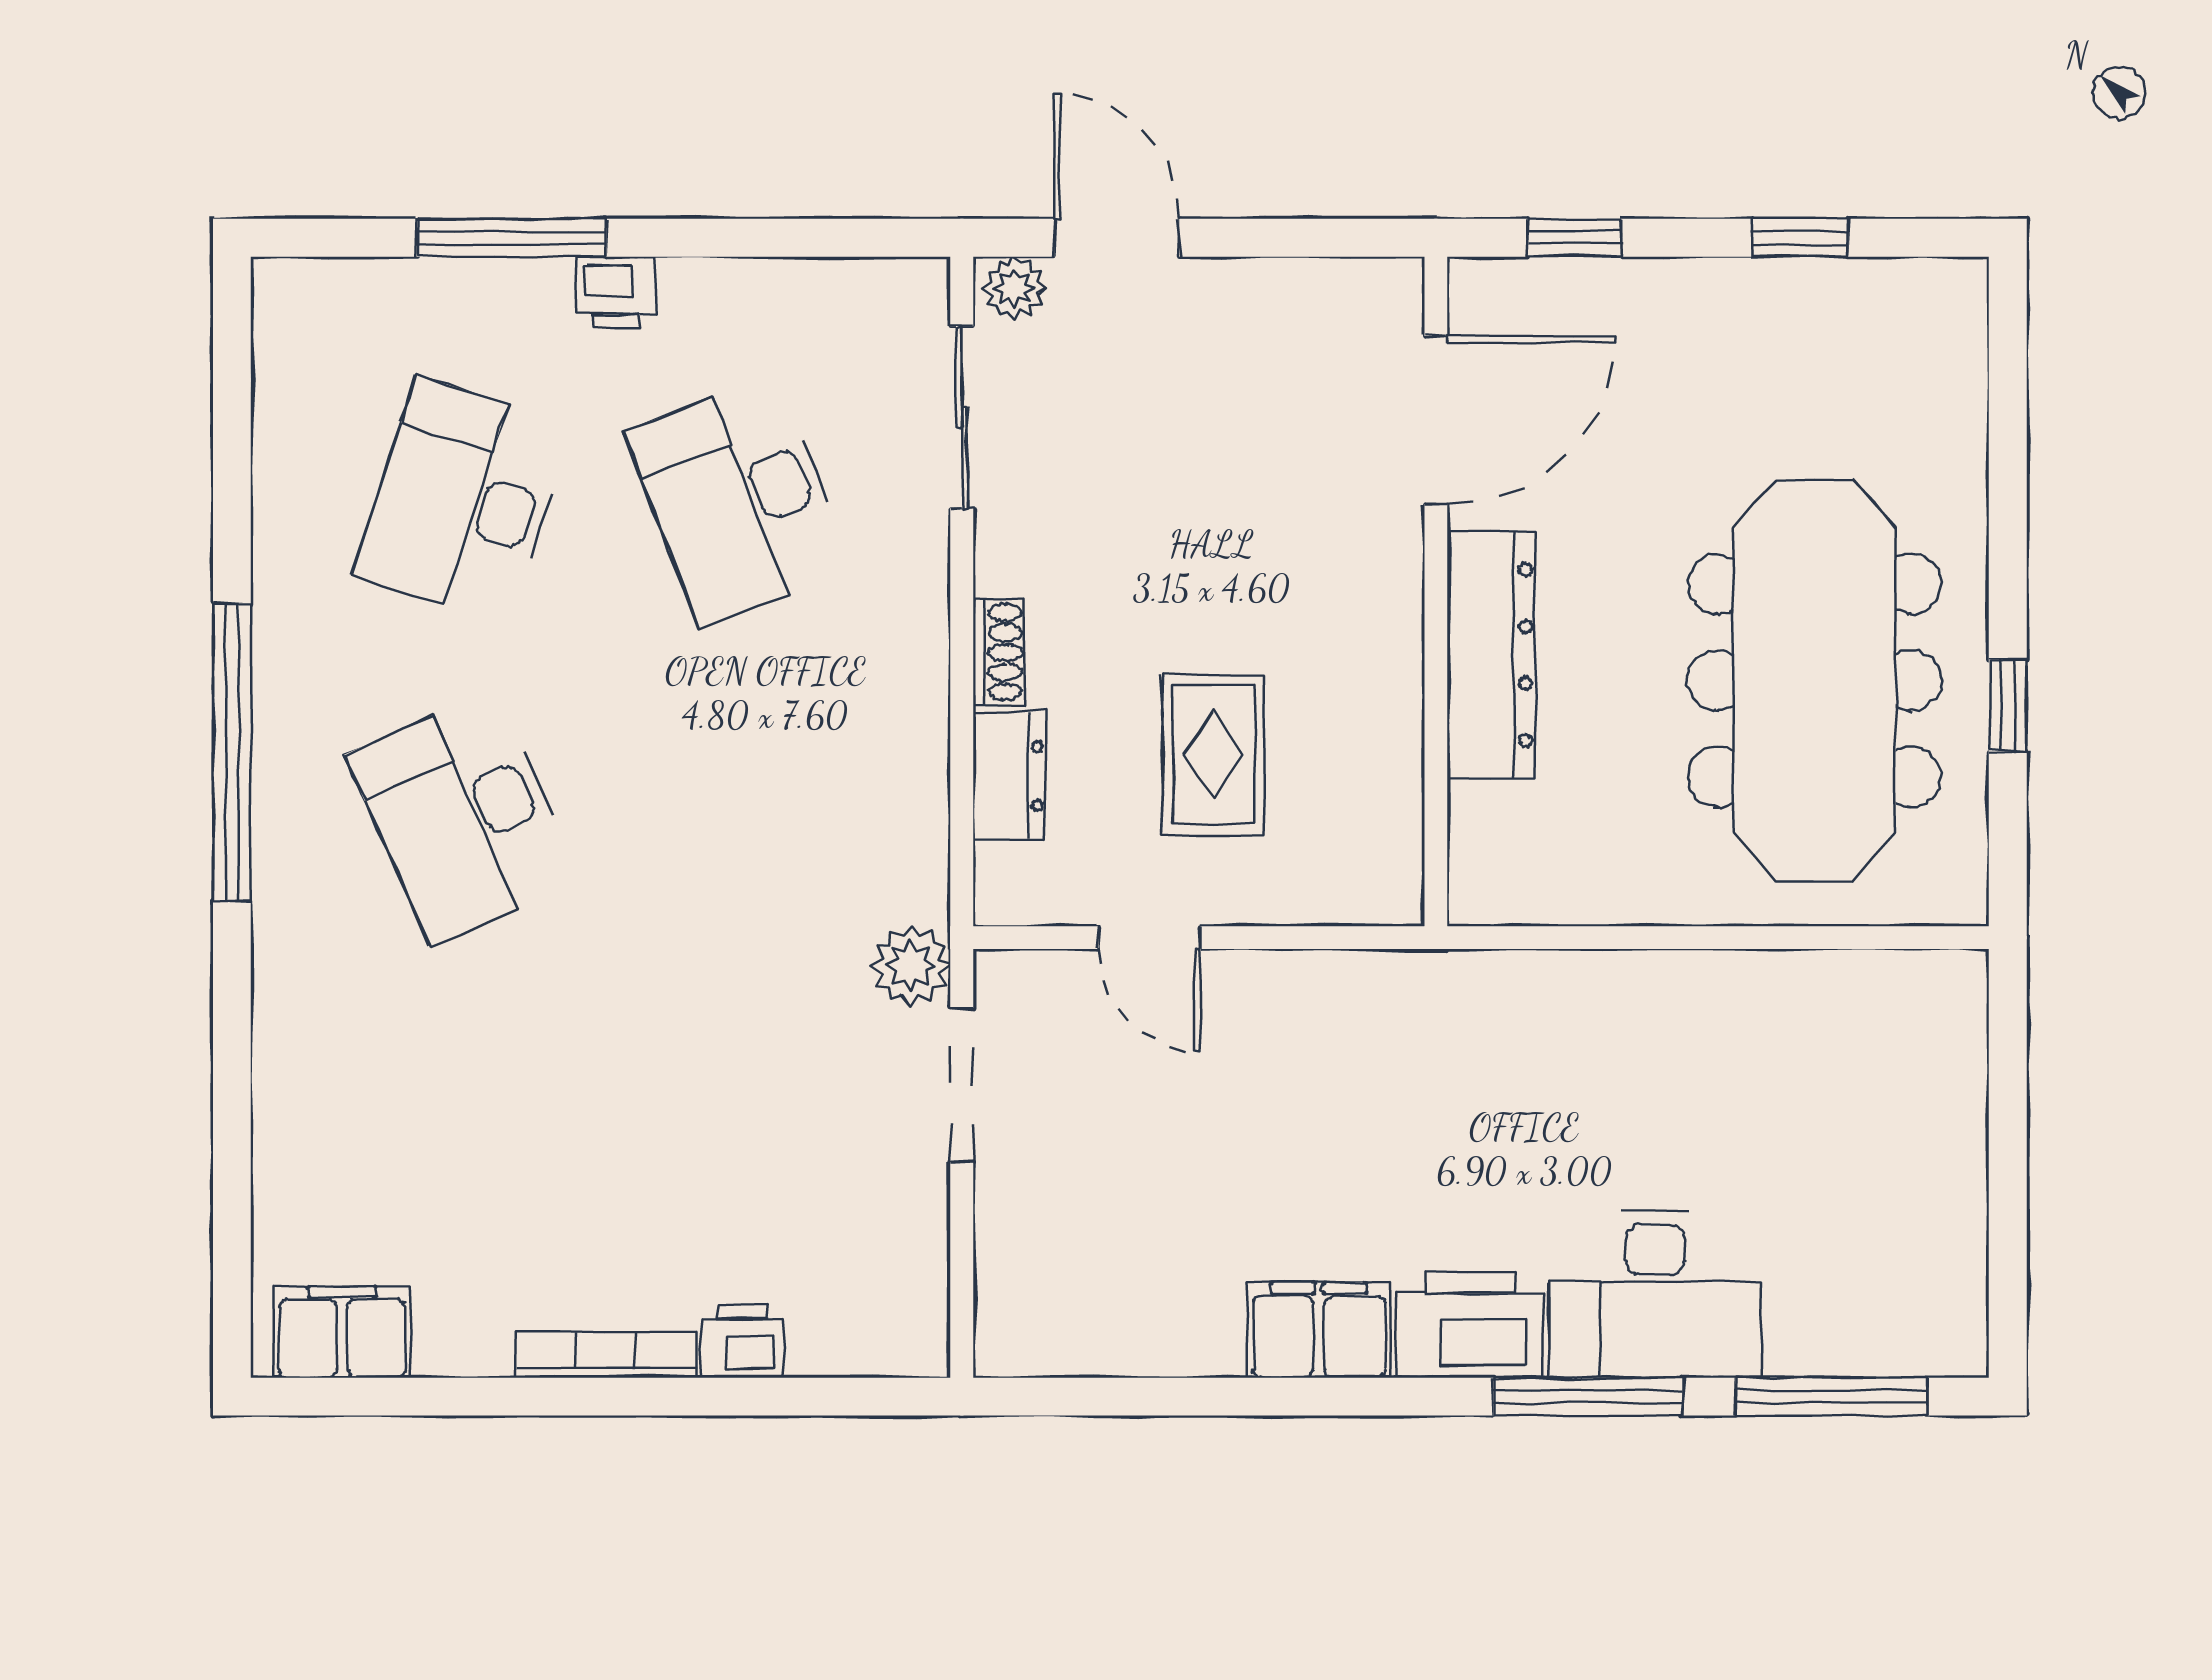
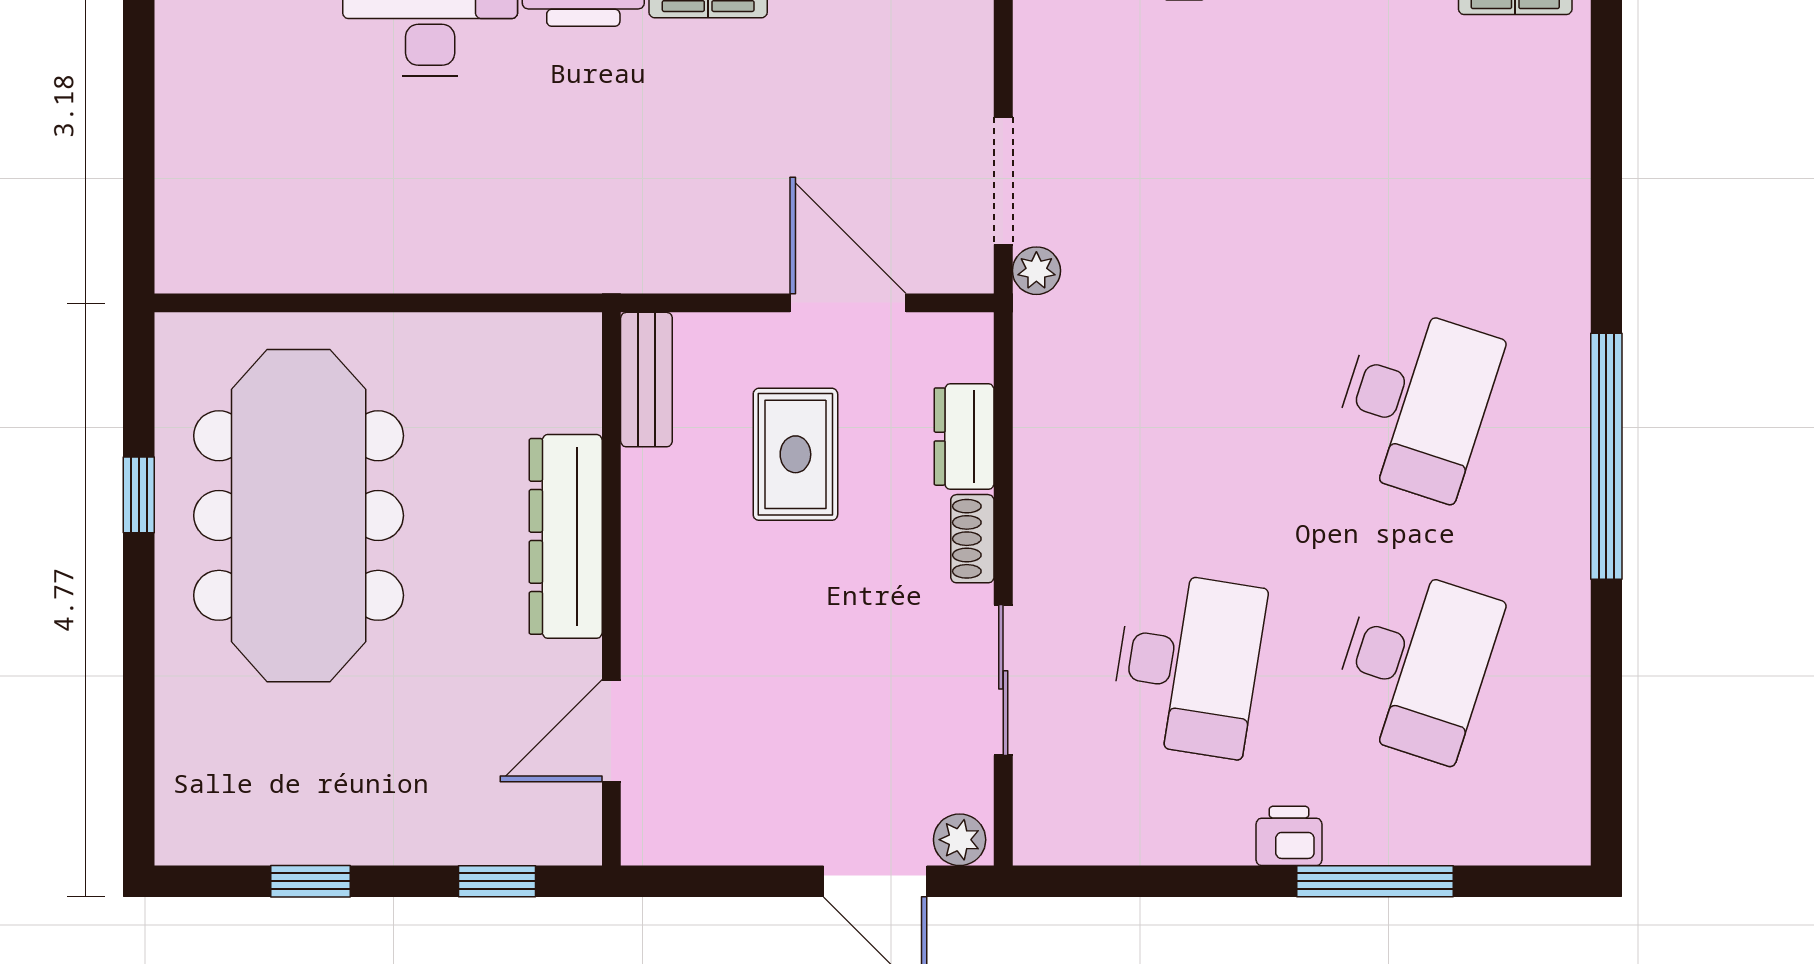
sliding door: (962, 417) -> (1003, 680), moved
door: (1436, 420) -> (611, 731), width x0.73
desk: (738, 500) -> (1188, 664), turned 30
desk: (463, 817) -> (1416, 402), turned 42
bench: (1393, 845) -> (646, 380), added
door: (1149, 938) -> (848, 303), width x1.38
plant: (911, 966) -> (1036, 271), width x0.73, depth x0.73

